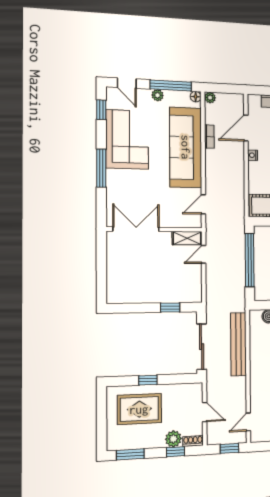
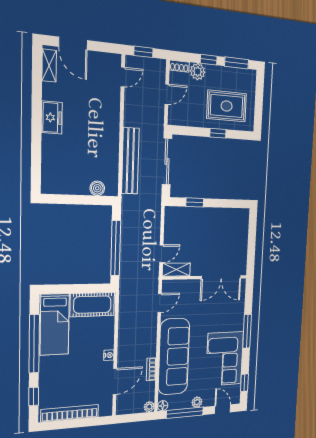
door: (205, 412) -> (167, 94), swing flipped
window: (176, 452) -> (209, 60), moved

